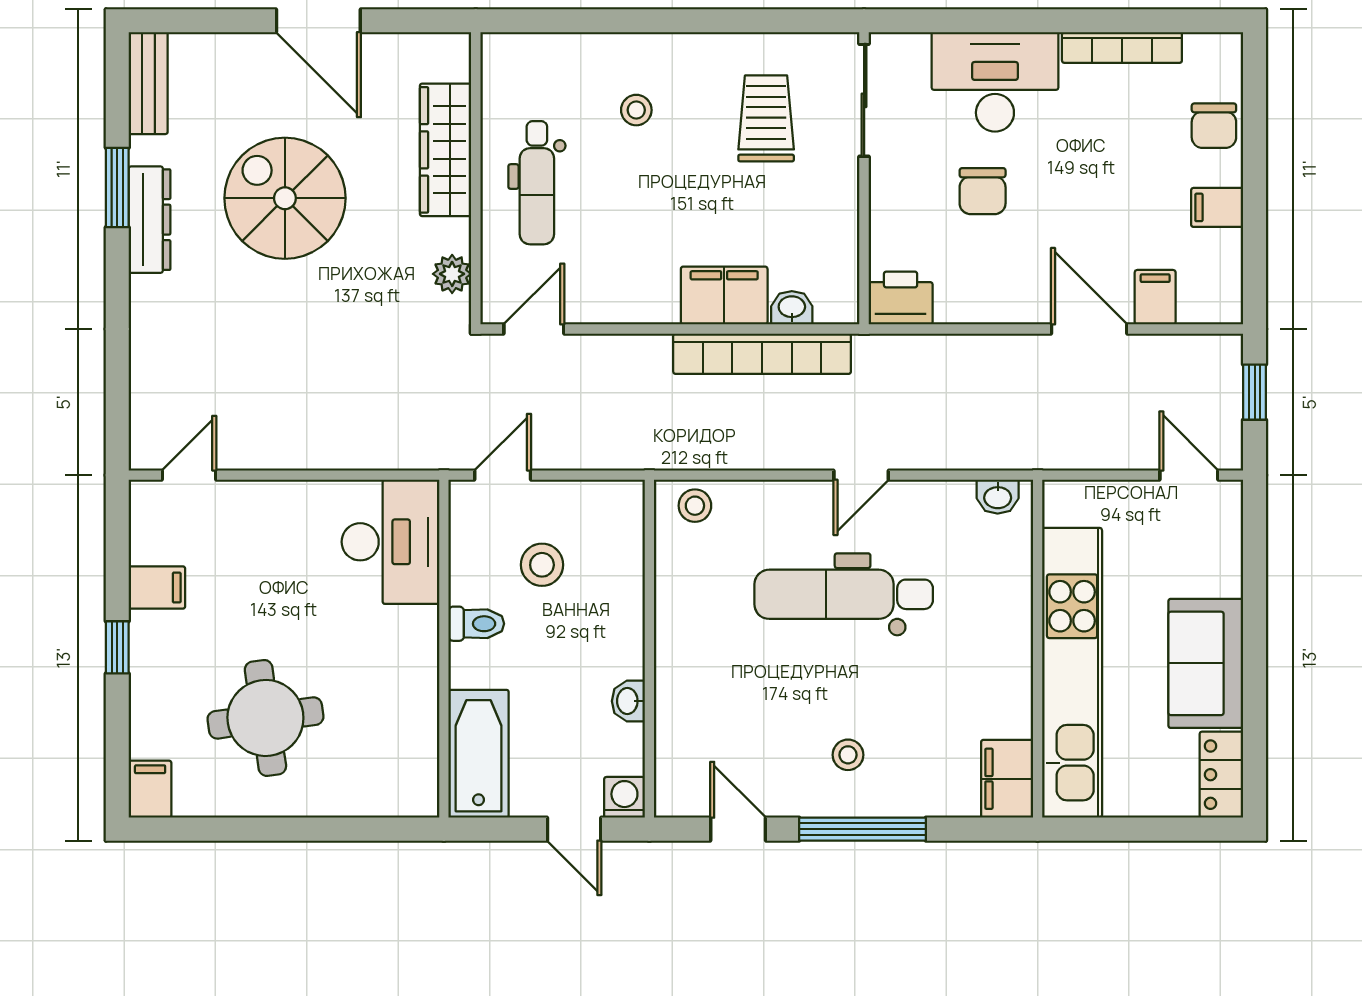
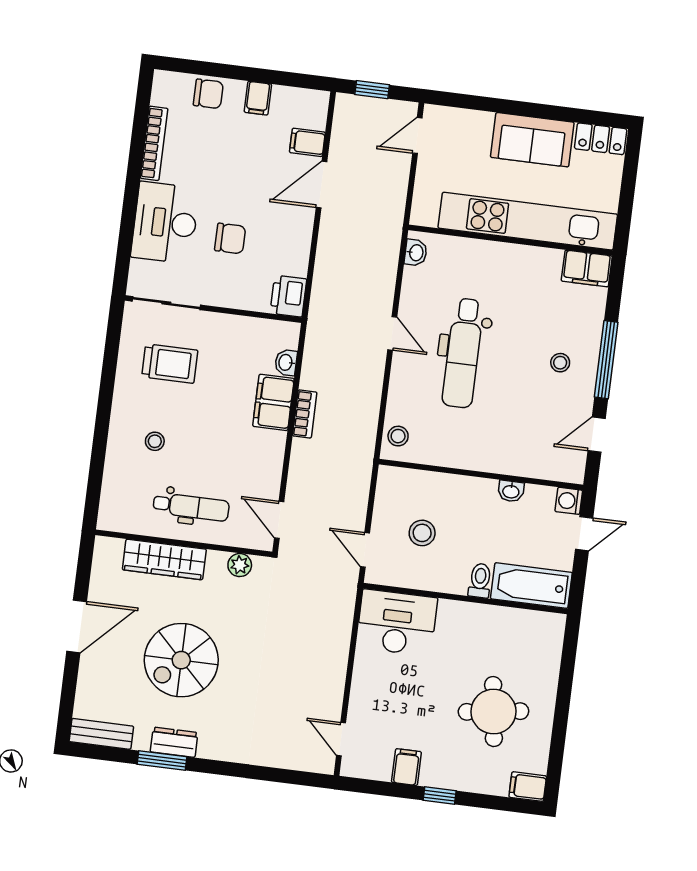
trolley: (766, 118) -> (170, 364), turned 180
dresser: (150, 220) -> (174, 742), width x0.70
bookcase: (762, 354) -> (305, 414), width x0.43, depth x0.76
toilet: (476, 624) -> (480, 581), moved

